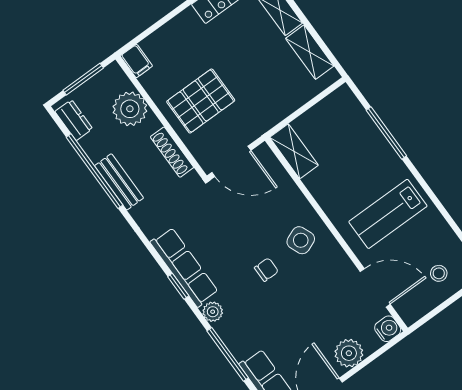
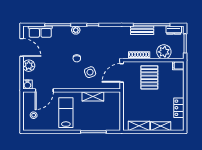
shelving: (294, 151) -> (93, 96), moved
side table: (301, 240) -> (90, 72), moved
row of seats: (184, 267) -> (98, 31), removed

